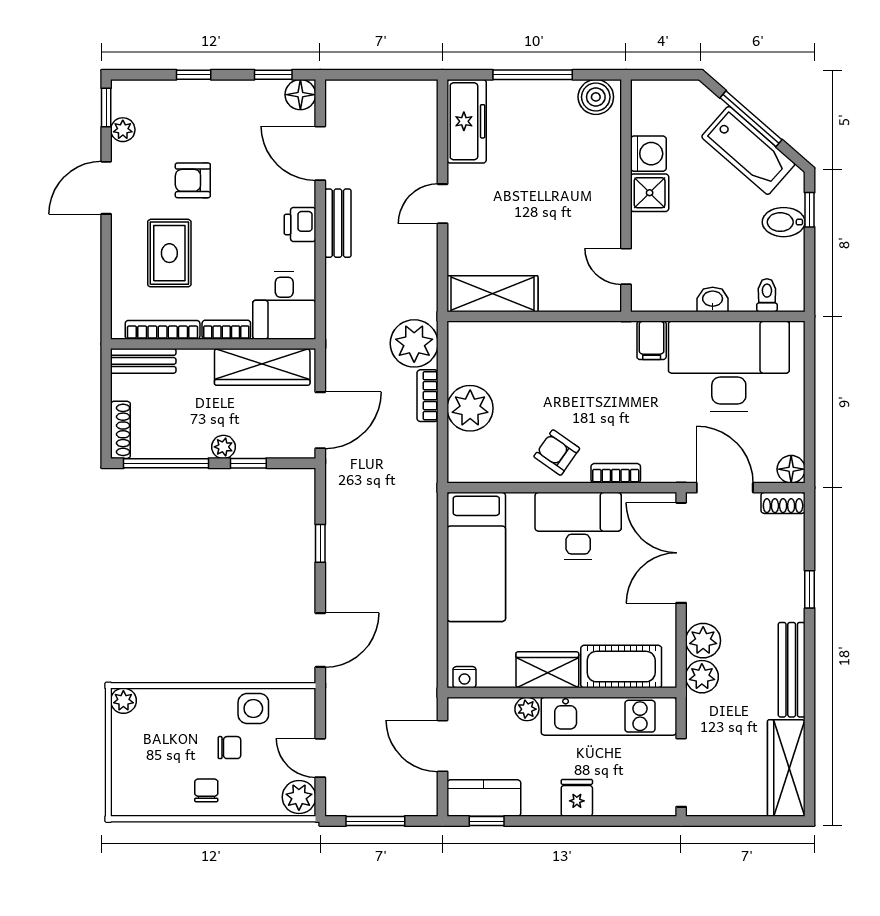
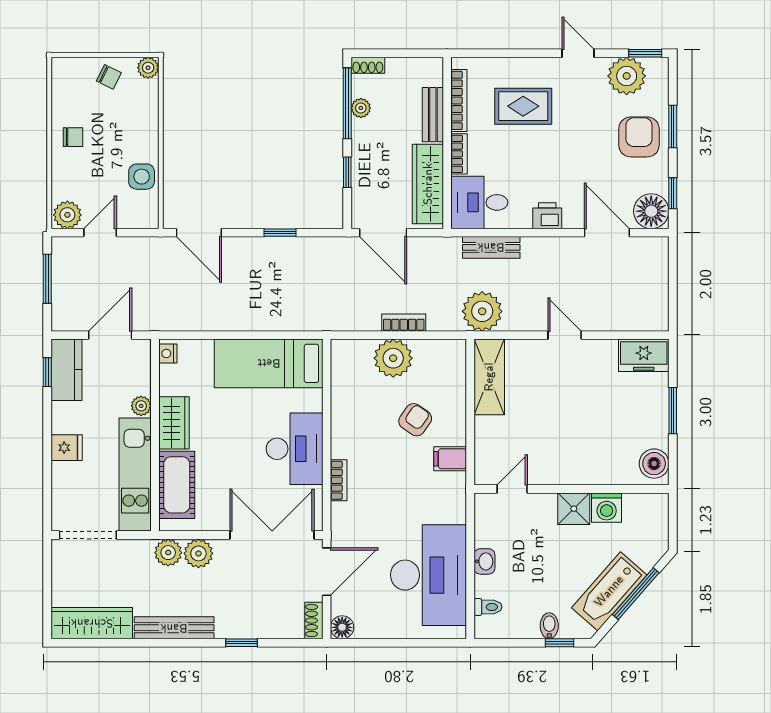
window: (194, 75) -> (673, 127), width x1.50
window: (533, 75) -> (673, 411), width x0.69
floor lamp: (300, 95) -> (651, 211), width x1.38, depth x1.38
freezer: (467, 121) -> (644, 355), width x0.71
plant: (123, 130) -> (627, 76), width x1.88, depth x1.88
door: (320, 153) -> (607, 233), hinge flipped
armchair: (193, 180) -> (639, 137), moved, width x1.38, depth x1.38
door: (106, 188) -> (578, 53), width x0.73
bidet: (784, 222) -> (549, 626), width x0.72, depth x0.74
bench: (338, 223) -> (491, 247), moved
filing cabinet: (652, 340) -> (450, 459), moved
plant: (414, 343) -> (482, 311), moved
bench: (143, 361) -> (433, 115), moved
shoe rack: (120, 430) -> (368, 65), width x0.70
plant: (223, 447) -> (361, 108), moved
armchair: (557, 452) -> (415, 420), moved
chair: (229, 748) -> (109, 77), moved, turned -64

